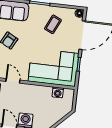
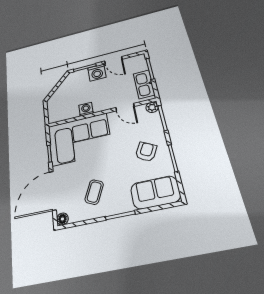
washing machine: (58, 92) -> (86, 109), moved

